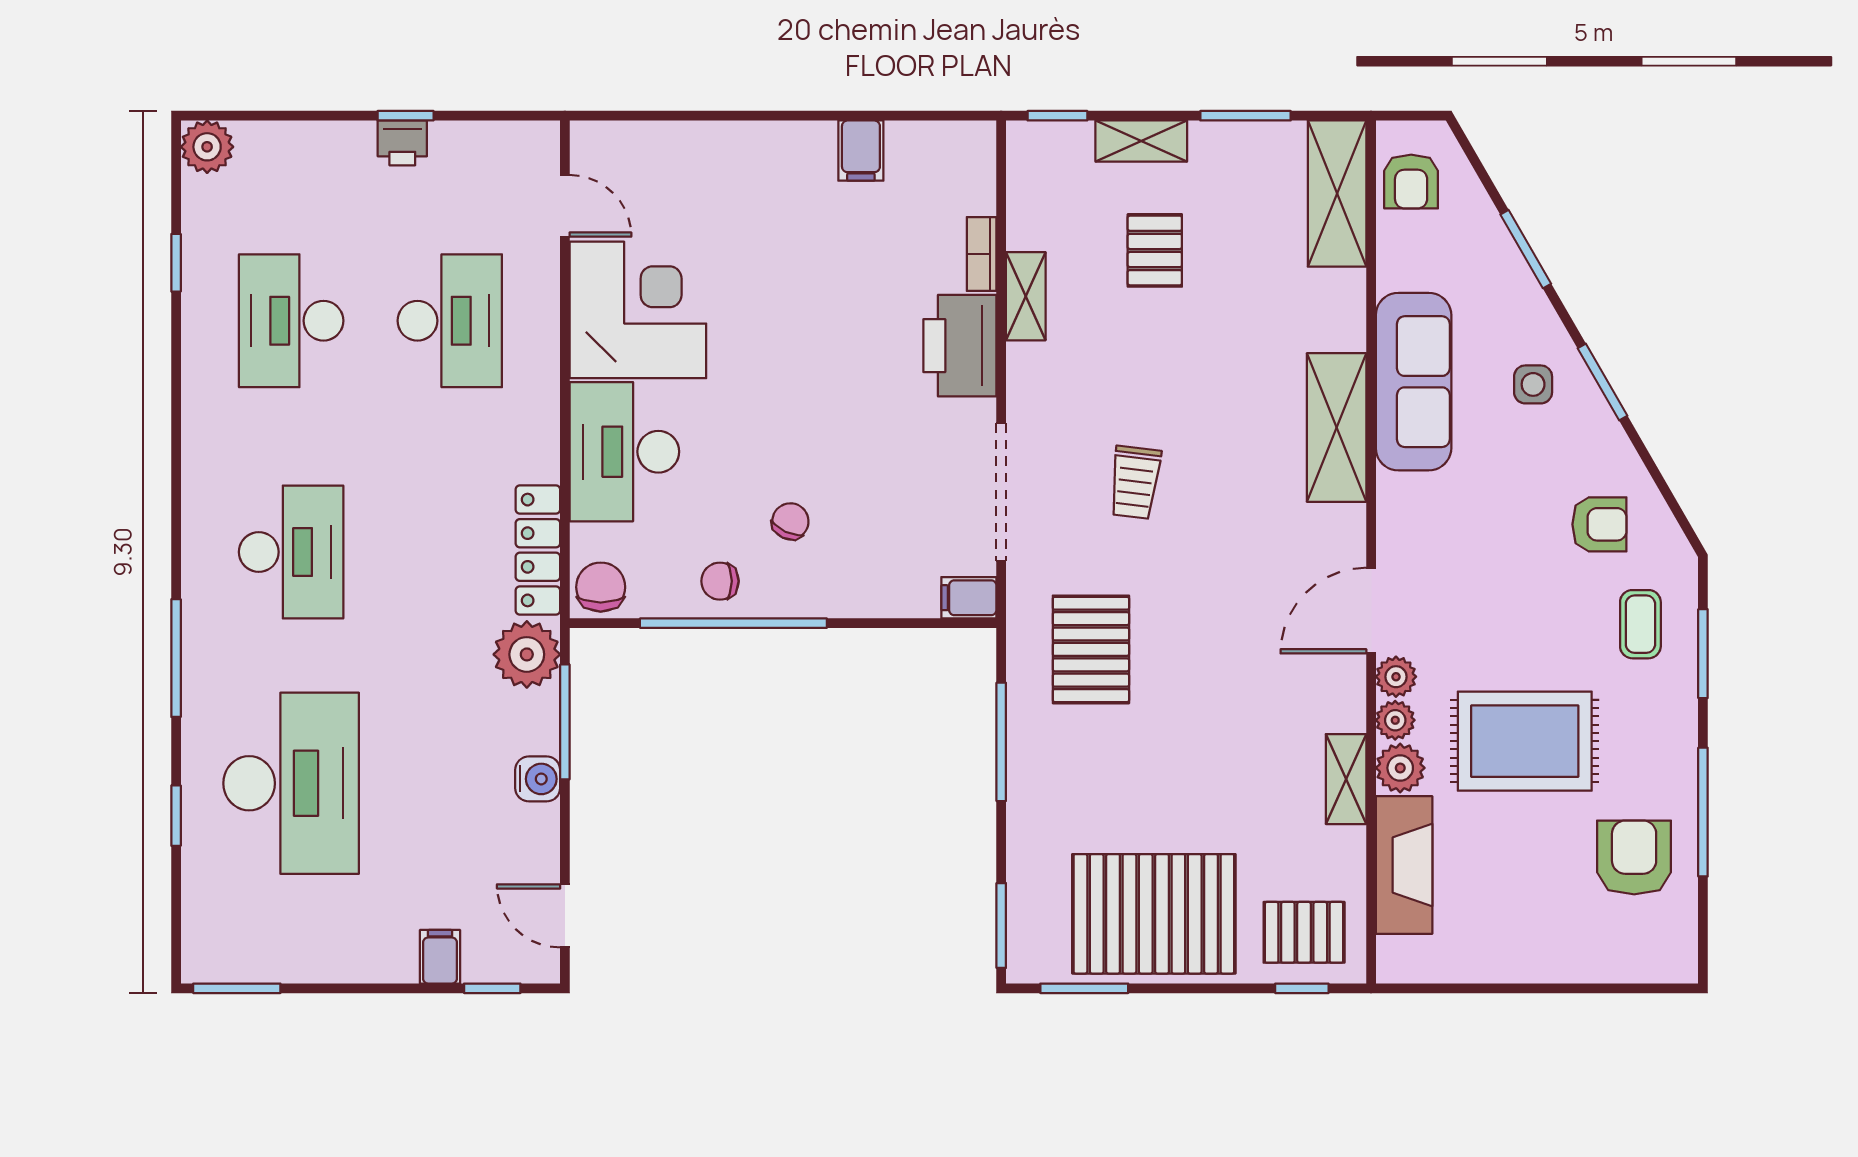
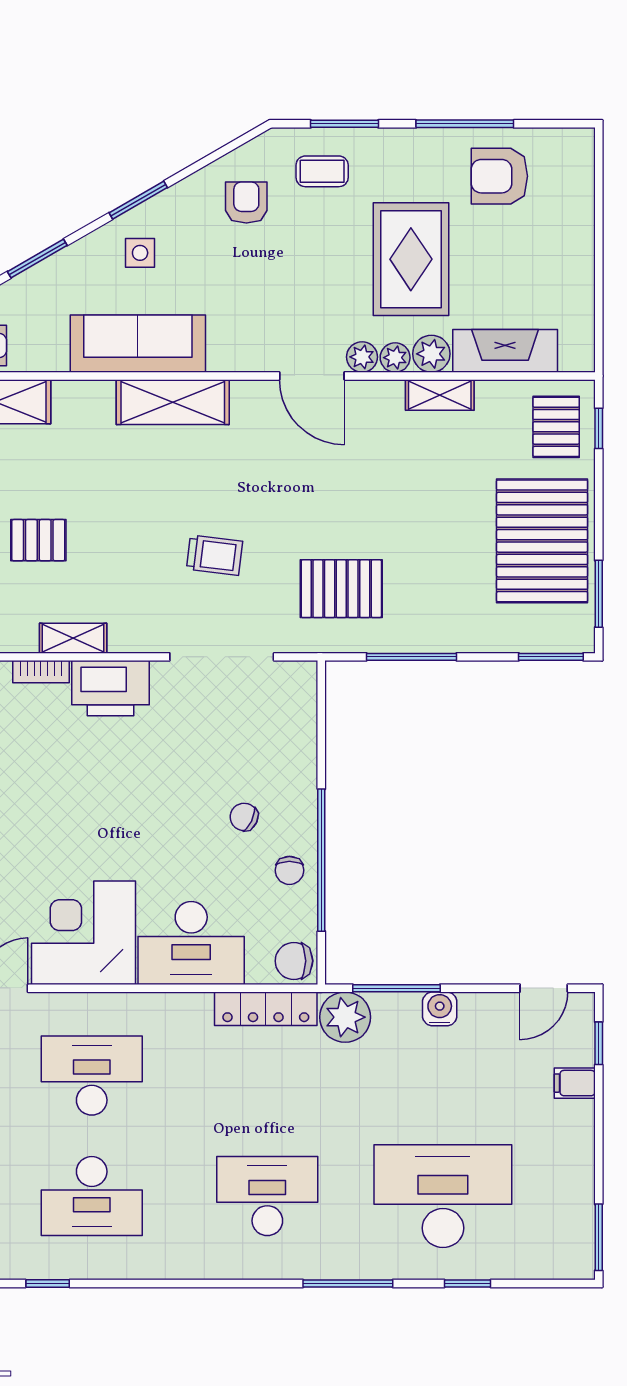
filing cabinet: (969, 598) -> (302, 681), removed

